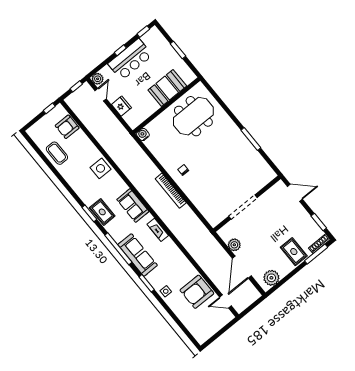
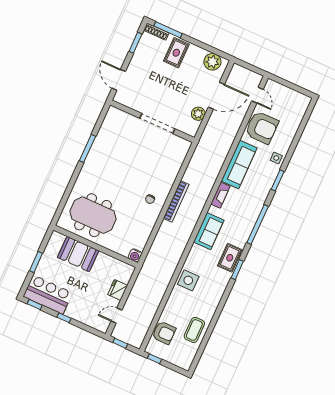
bar counter: (130, 59) -> (48, 295), moved
plant: (98, 79) -> (103, 326), removed
sofa: (138, 255) -> (239, 165), moved, turned 180

